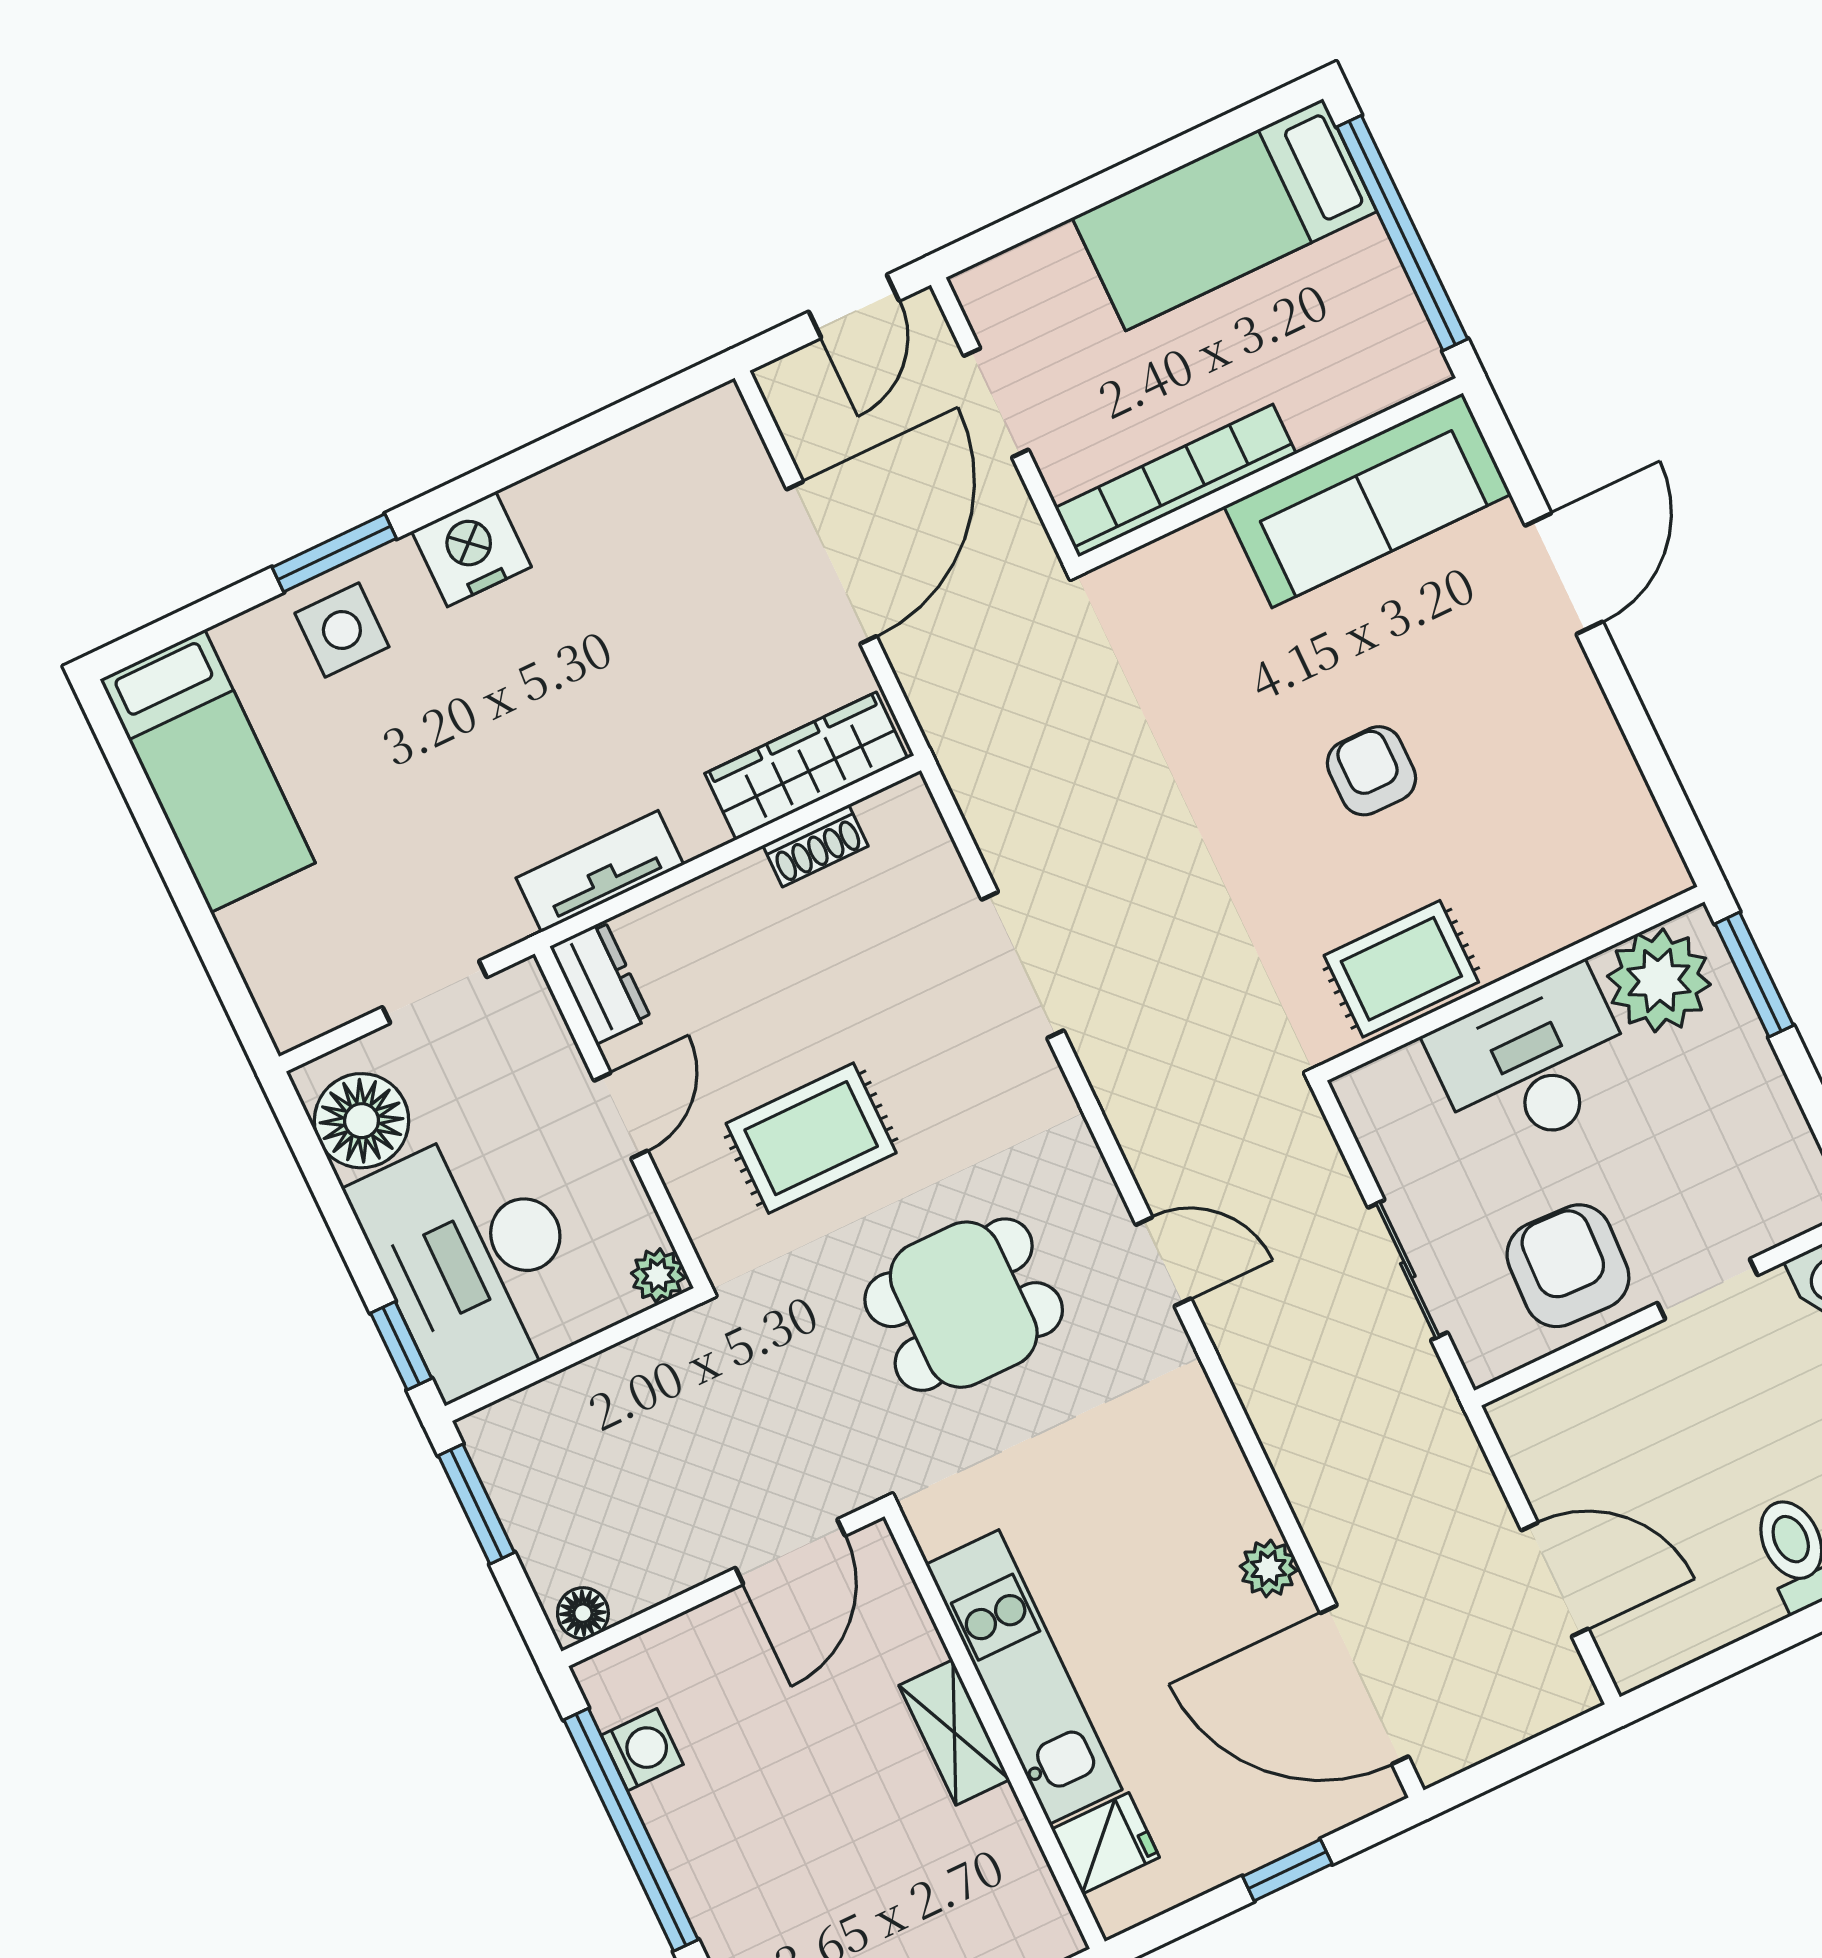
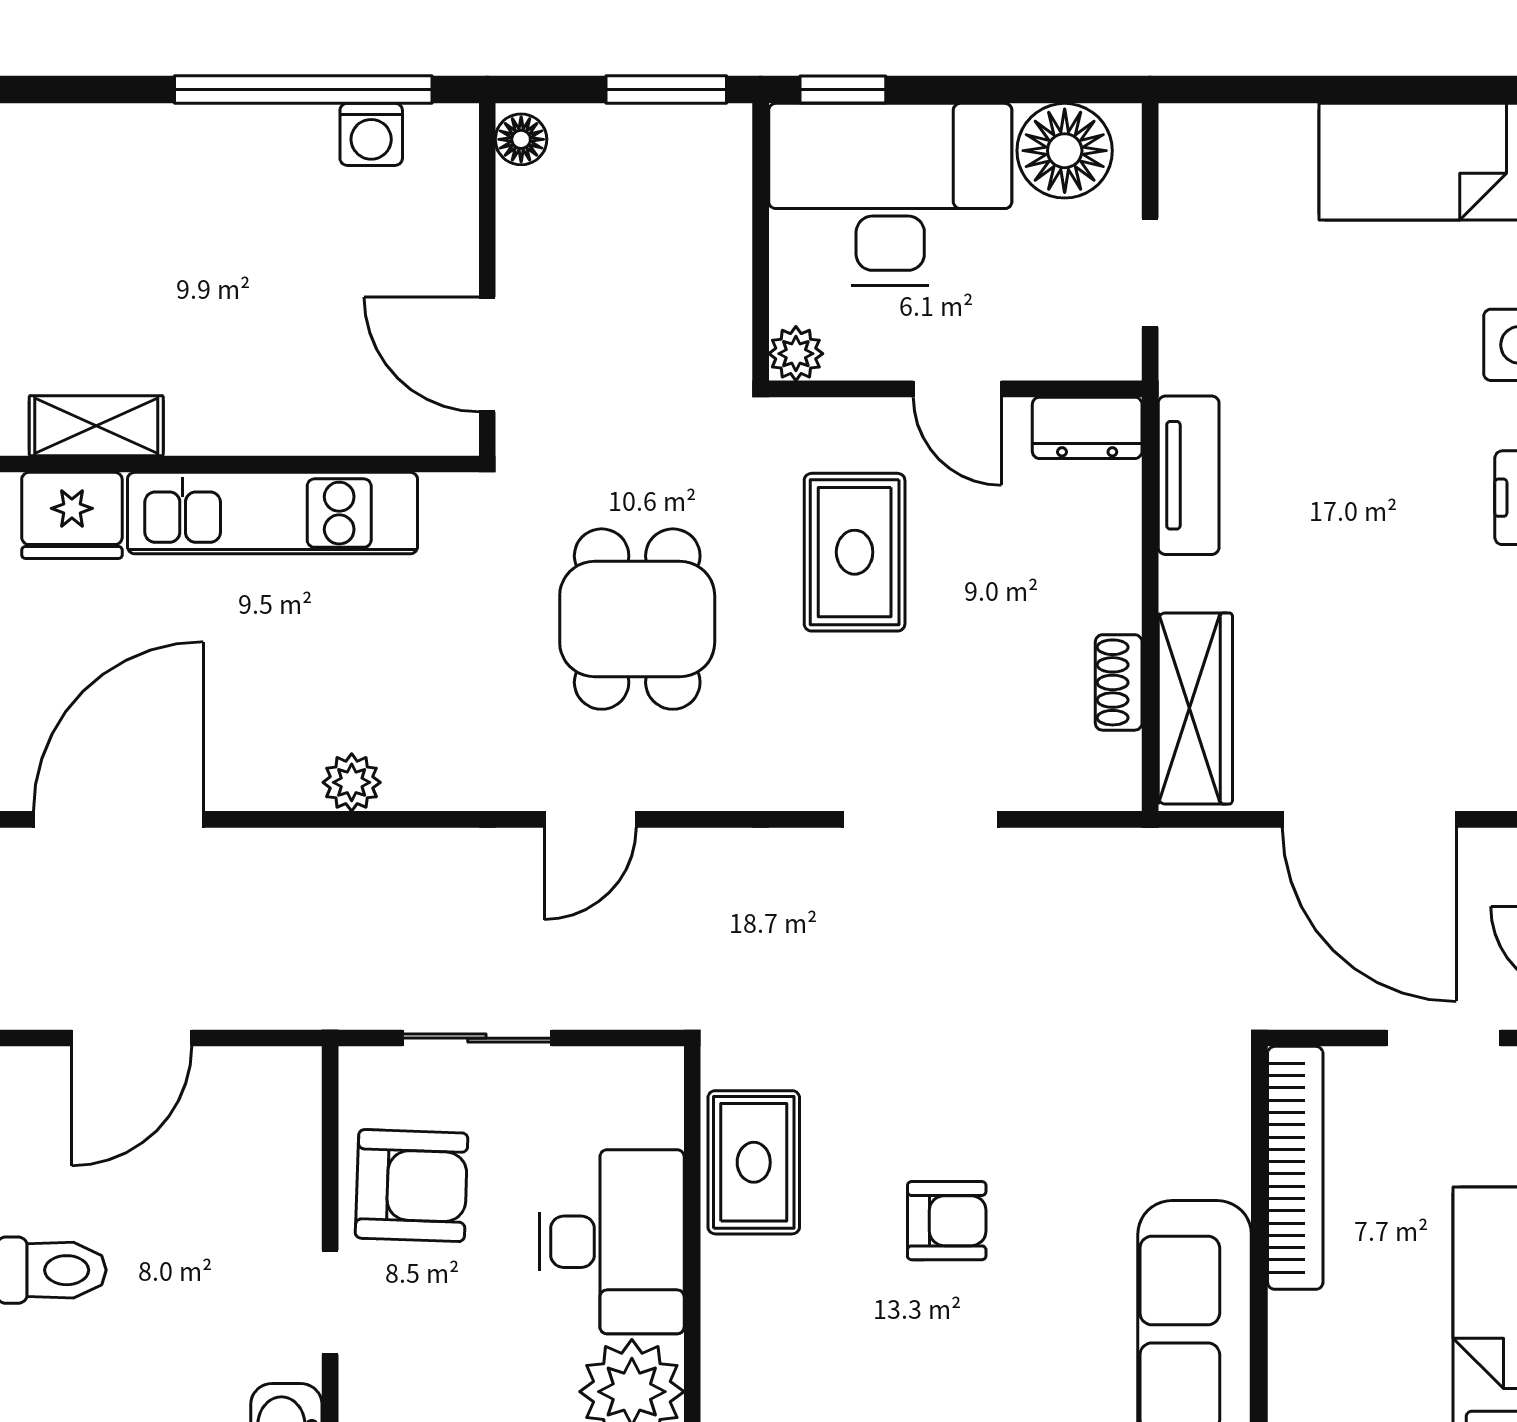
plant: (1268, 1568) -> (352, 782), moved
shelving: (954, 1732) -> (96, 426), moved
fridge: (1105, 1843) -> (72, 515), width x1.38

